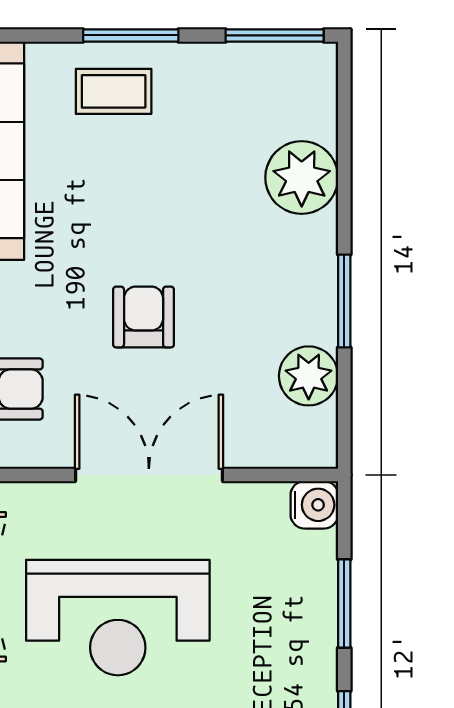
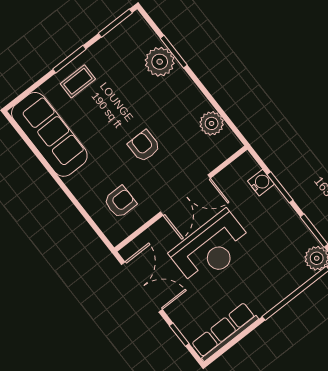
window: (344, 301) -> (174, 52), moved
double door: (149, 475) -> (185, 195), swing flipped
water cooler: (314, 505) -> (261, 183), moved

